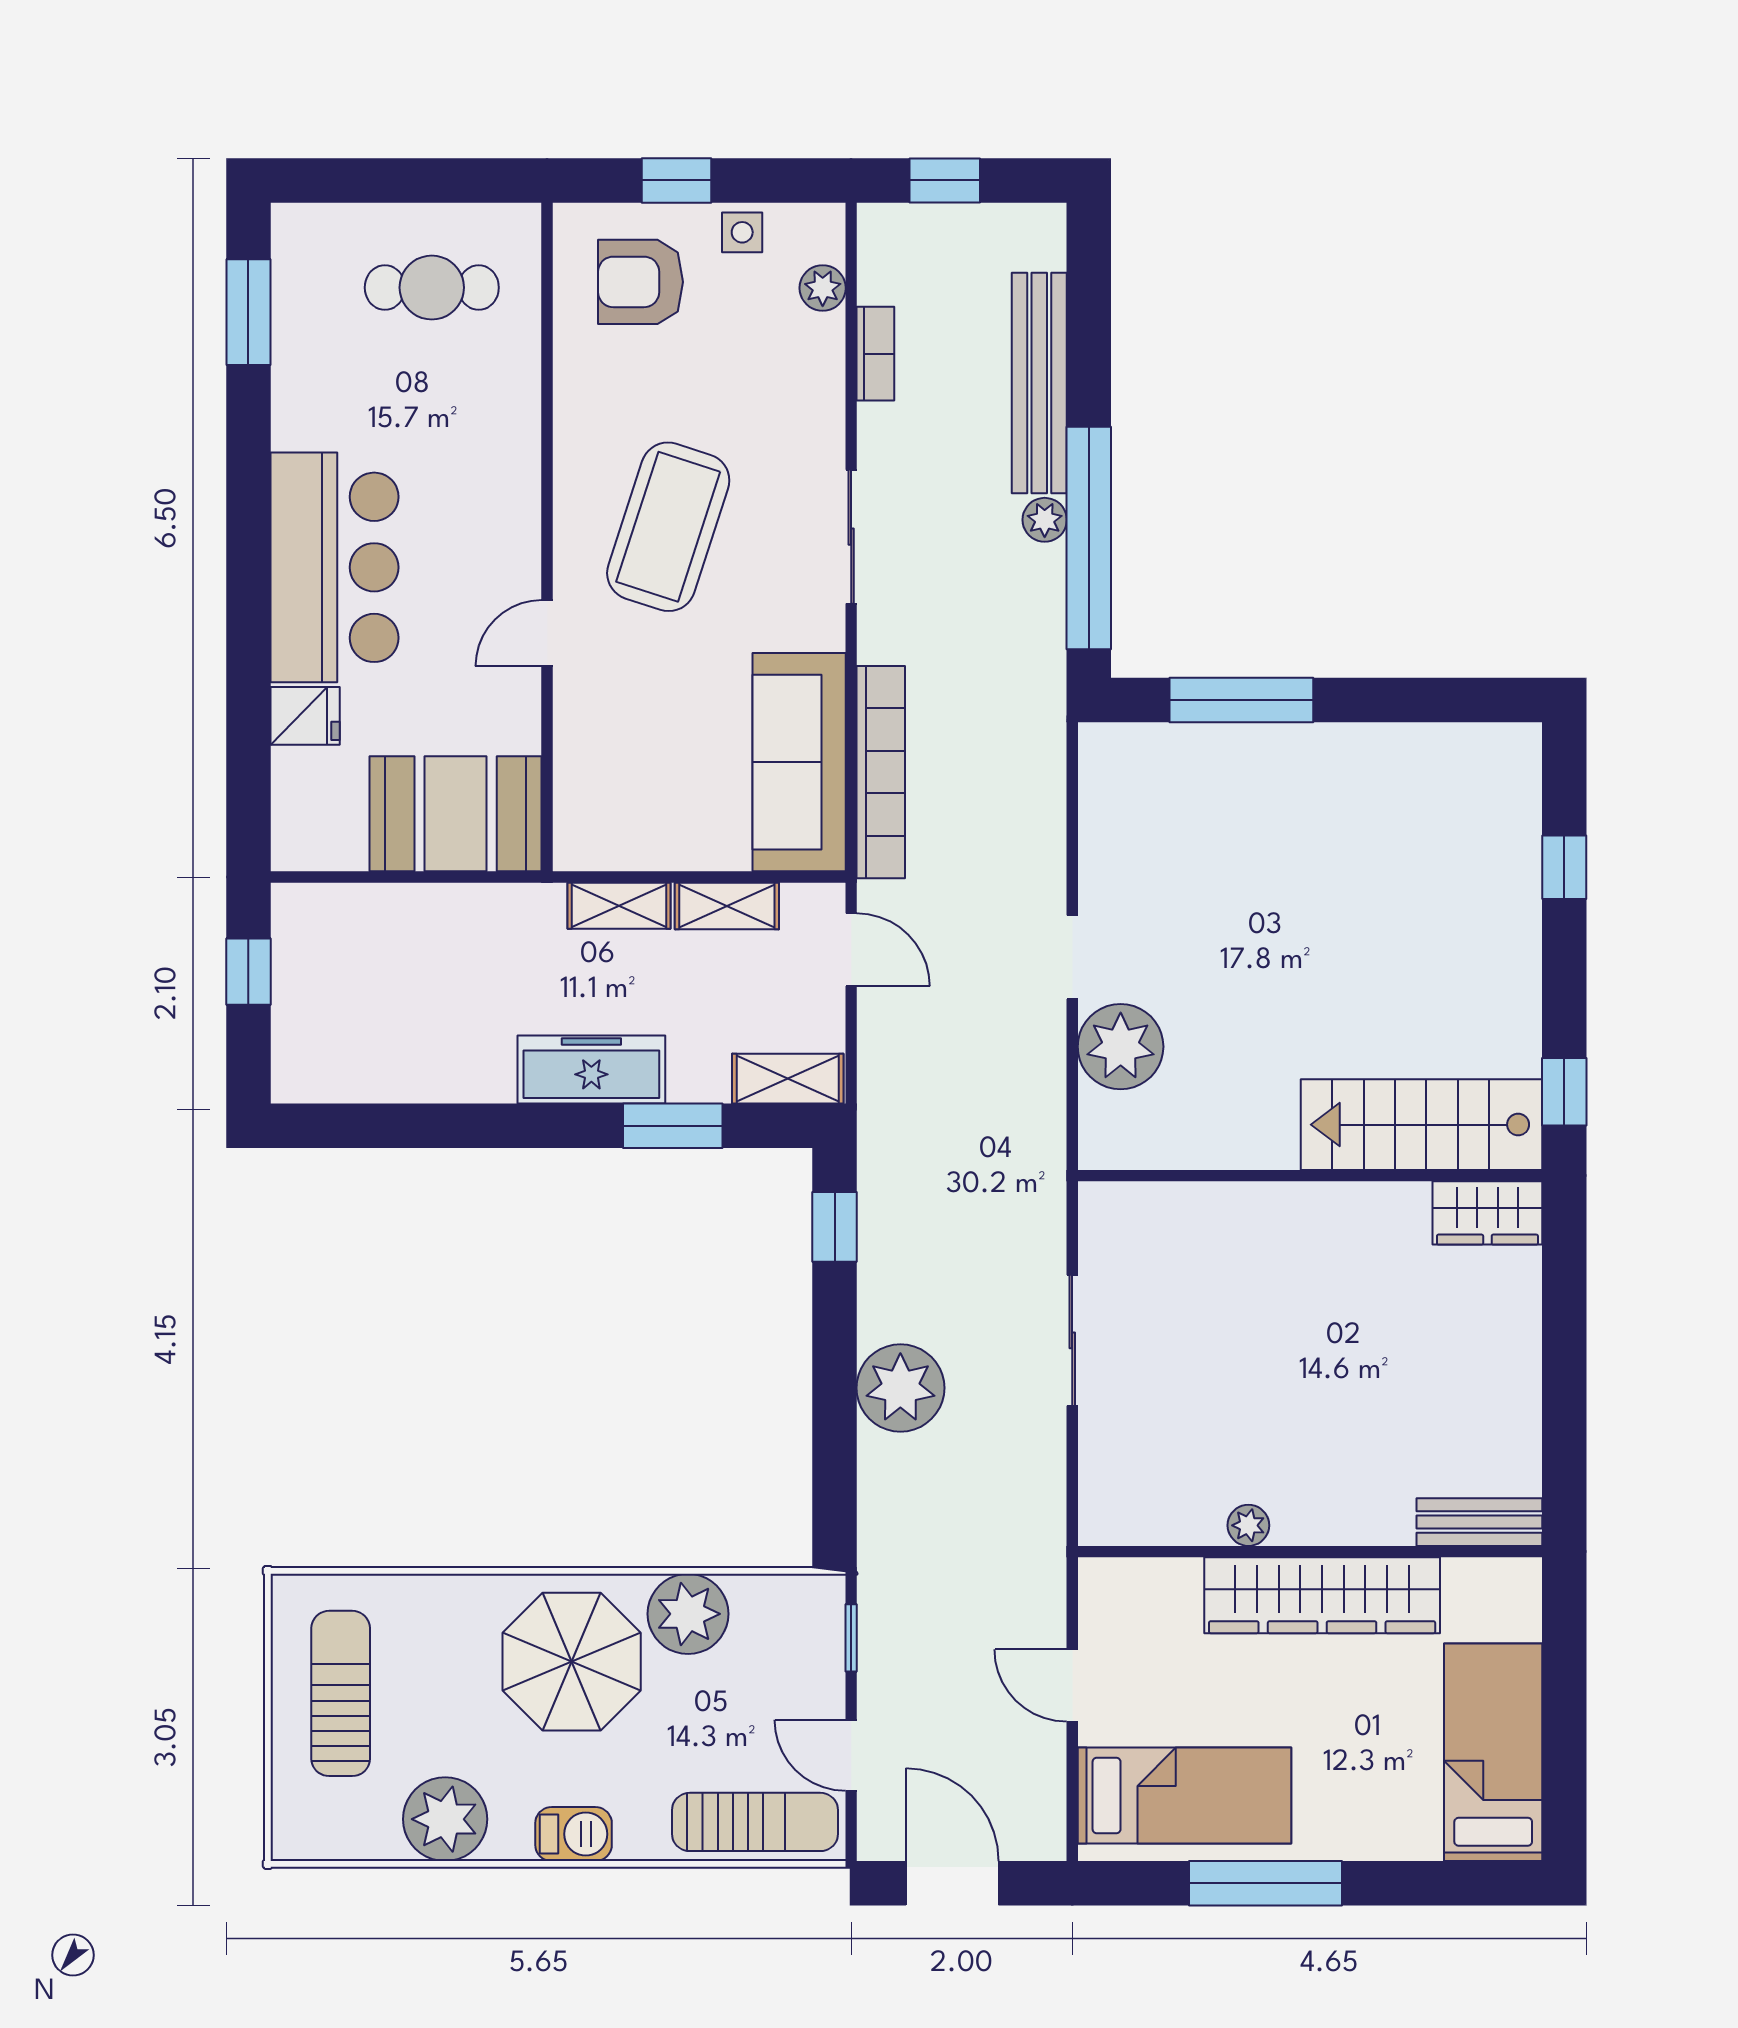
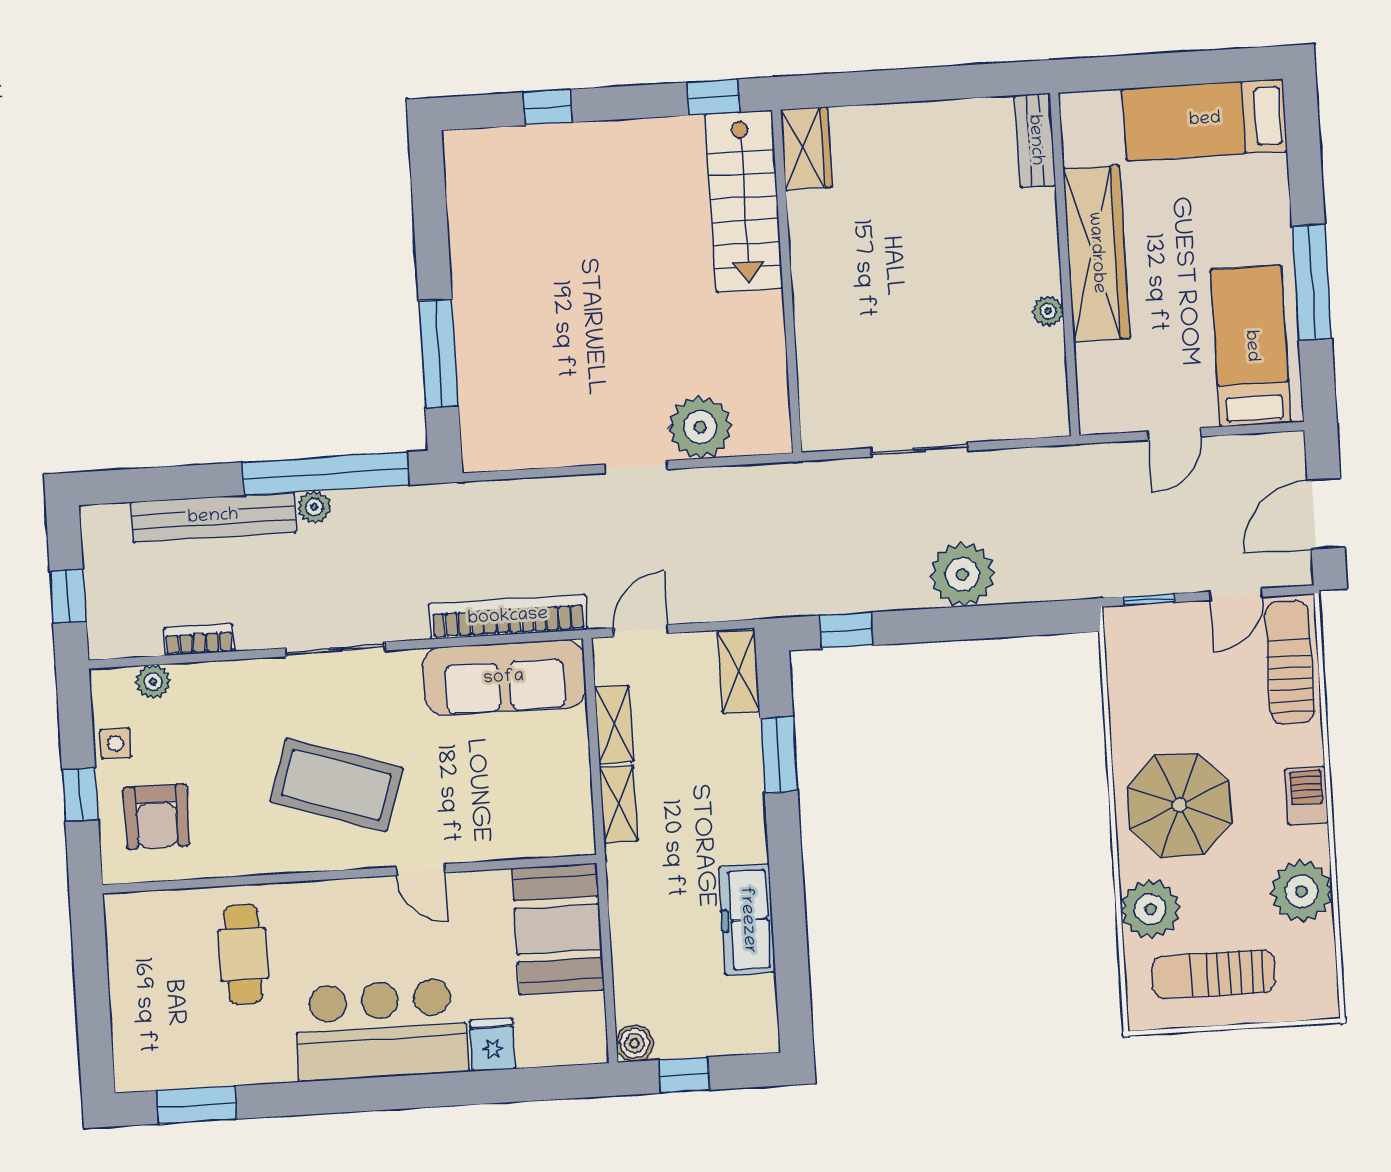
cafe table: (432, 288) -> (243, 954), moved
boiler: (295, 907) -> (634, 1043), added
freezer: (591, 1069) -> (747, 920), moved
plant: (688, 1614) -> (1150, 909), moved

